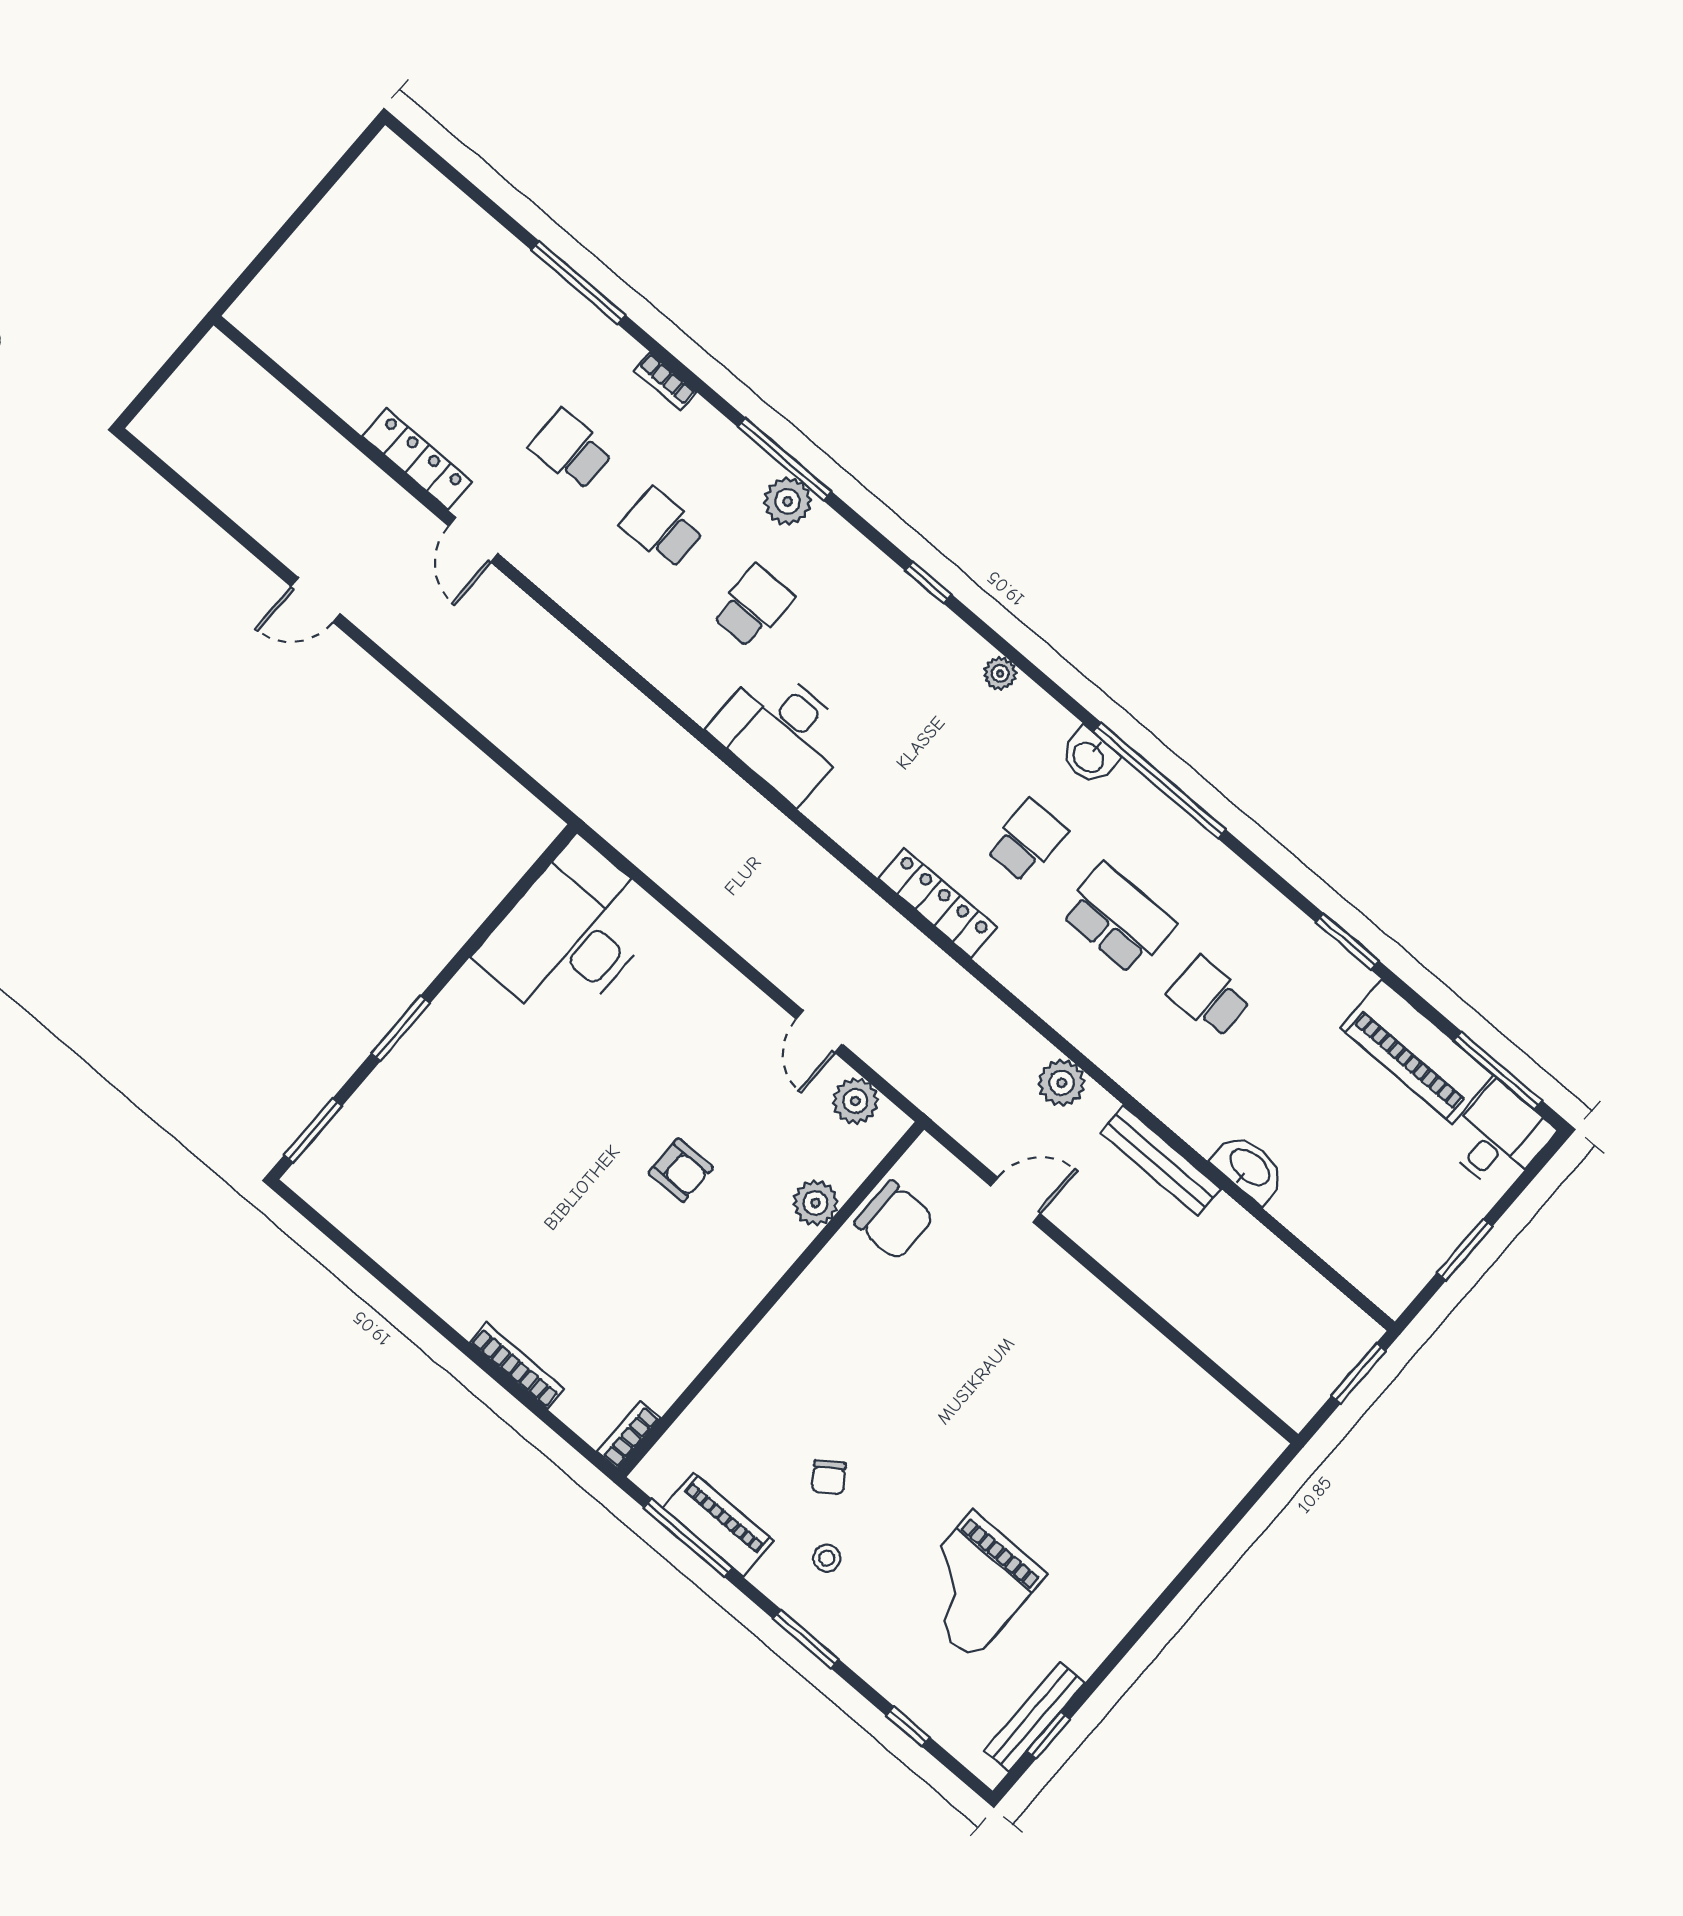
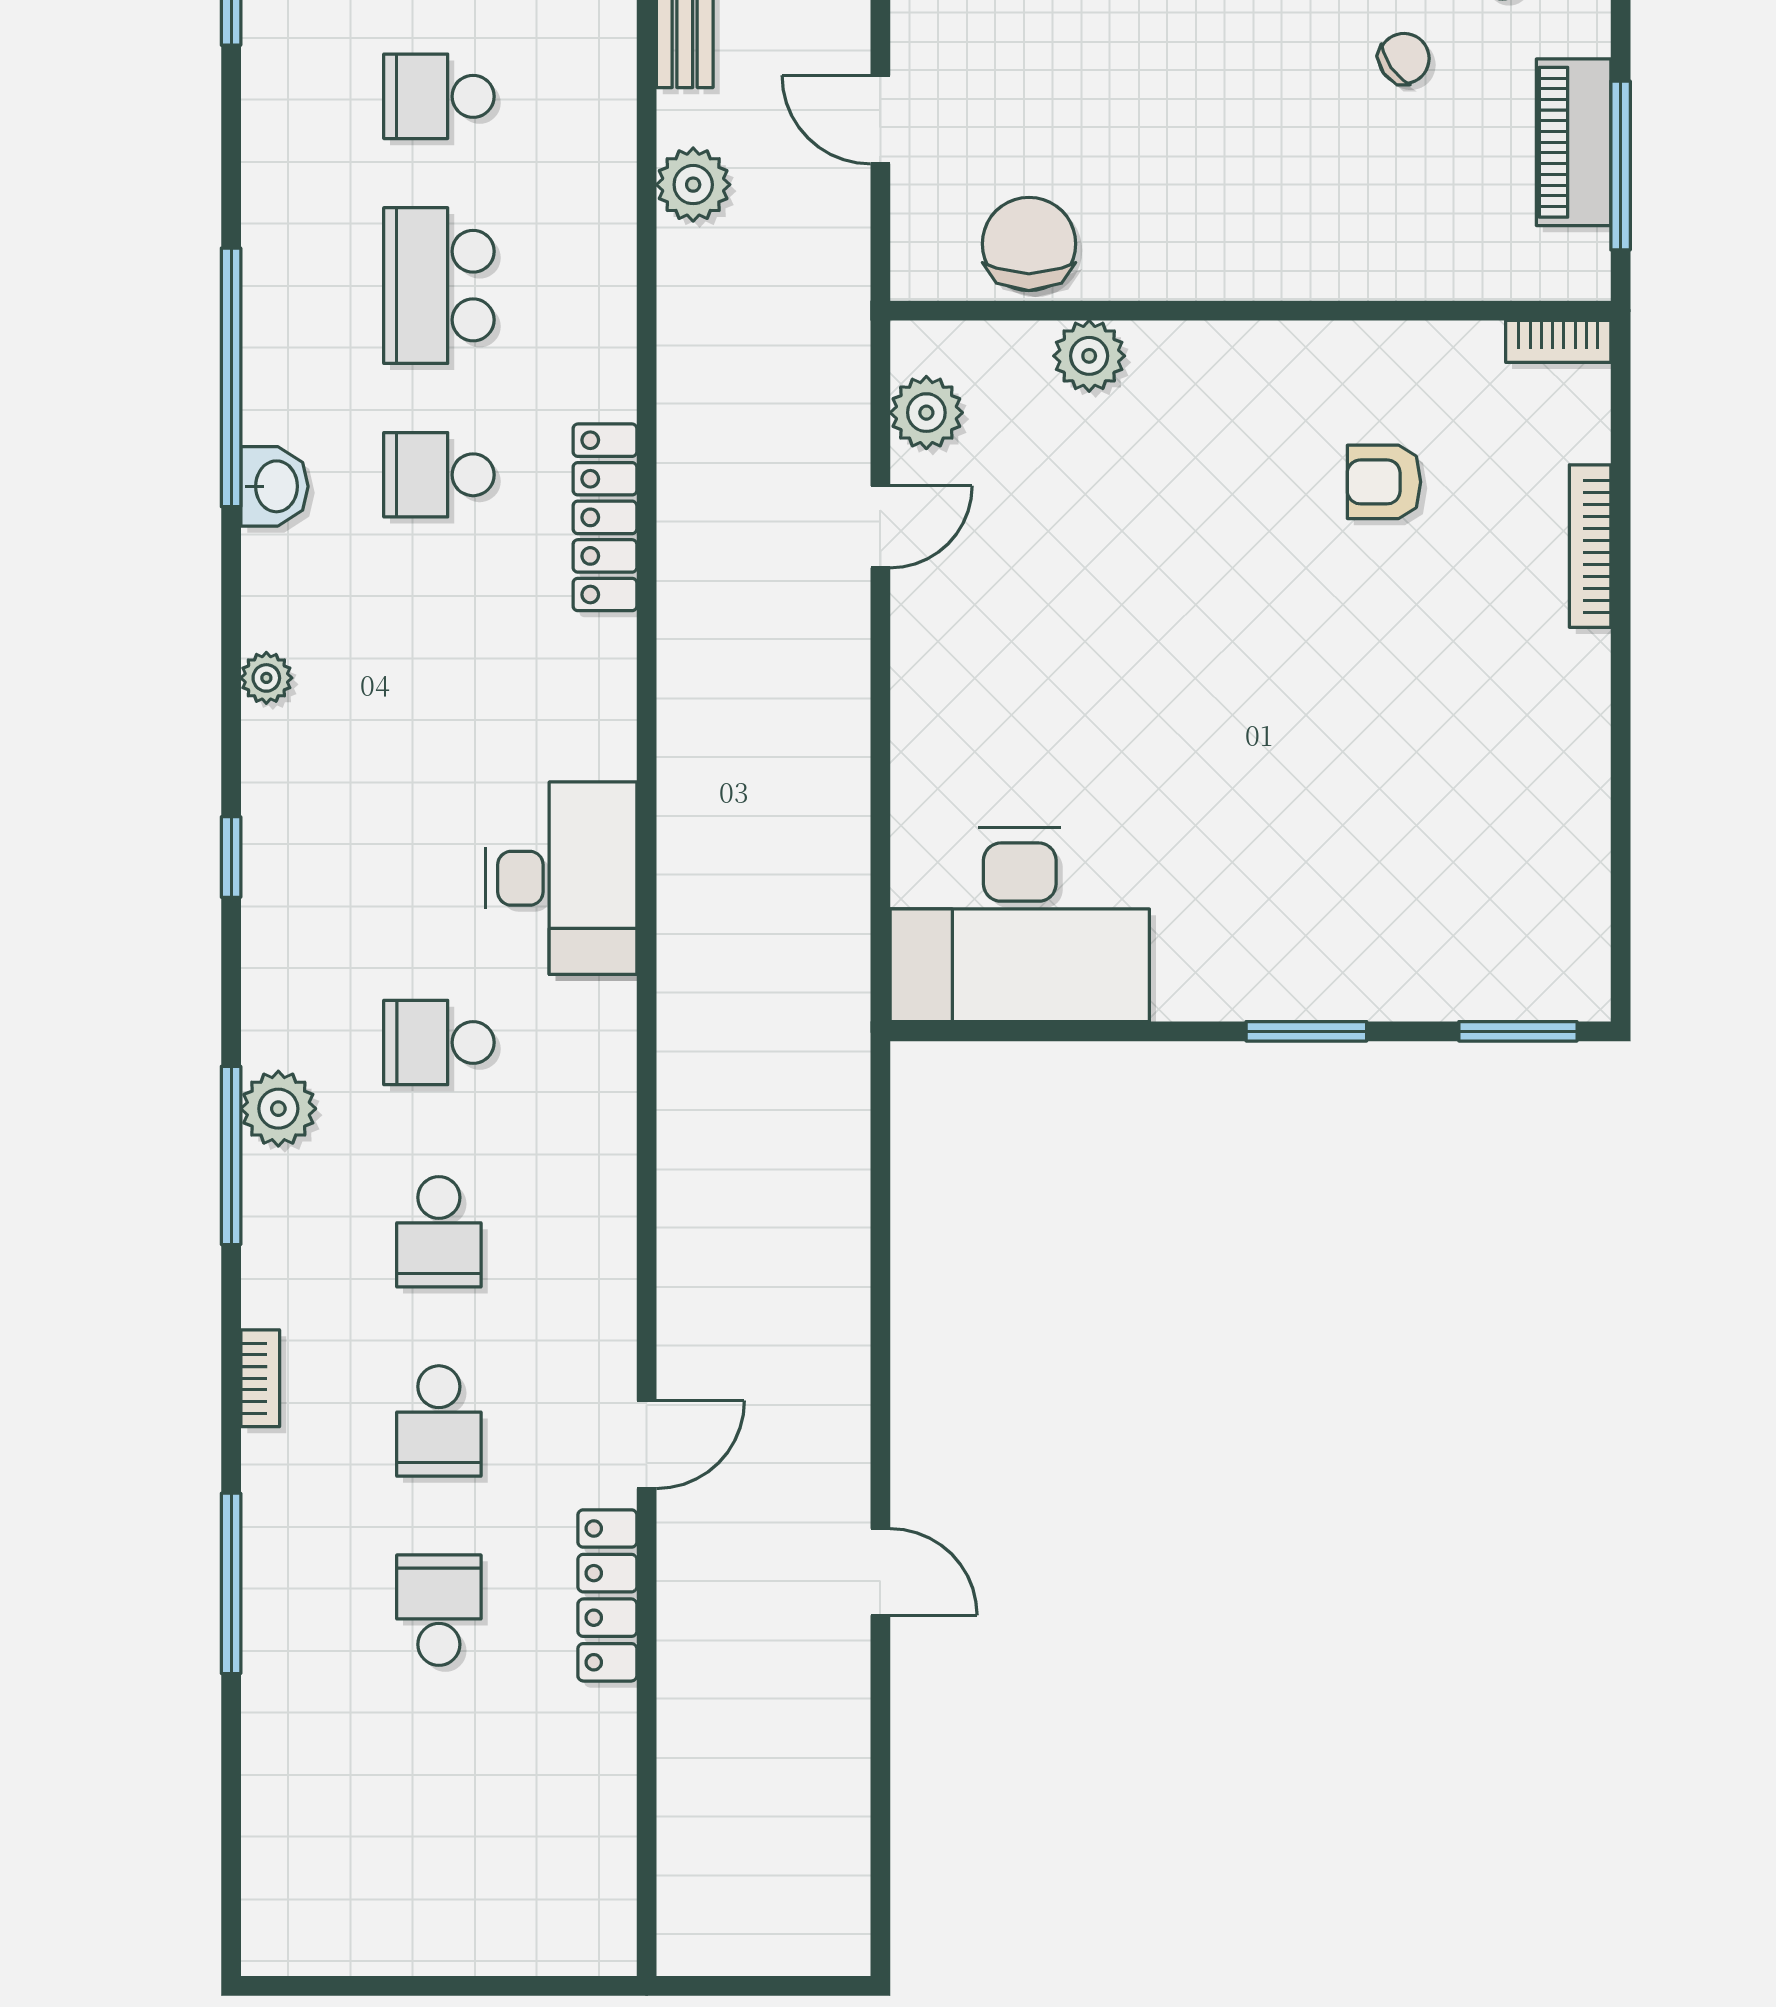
school desk: (480, 372) -> (439, 1610), added
school desk: (1209, 997) -> (439, 96), turned 90
armchair: (681, 1170) -> (1384, 482), moved, turned -90

